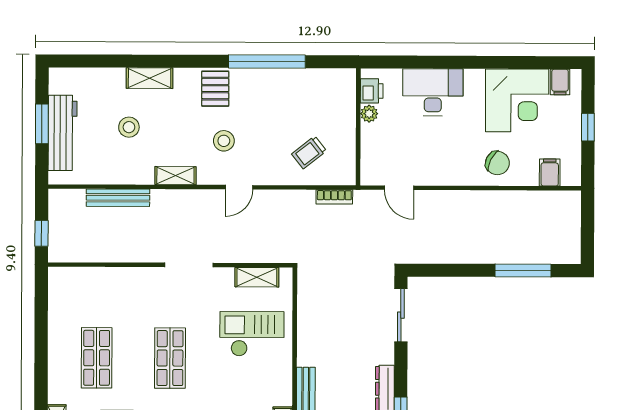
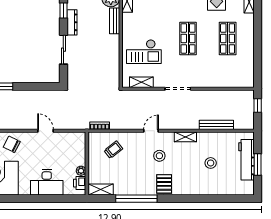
shelving: (150, 78) -> (101, 189), moved
door: (399, 188) -> (46, 131), moved
sliding door: (401, 315) -> (63, 50), moved

